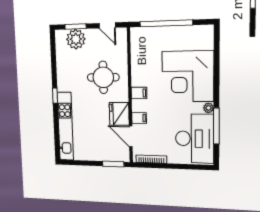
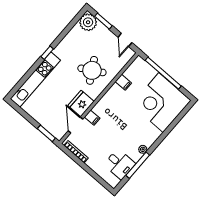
plant: (76, 39) -> (88, 22), moved
corner desk: (188, 76) -> (161, 102), moved
round table: (103, 77) -> (92, 70), turned -30
filing cabinet: (139, 93) -> (123, 82), moved
desk: (195, 139) -> (120, 164), width x0.53, depth x0.77

